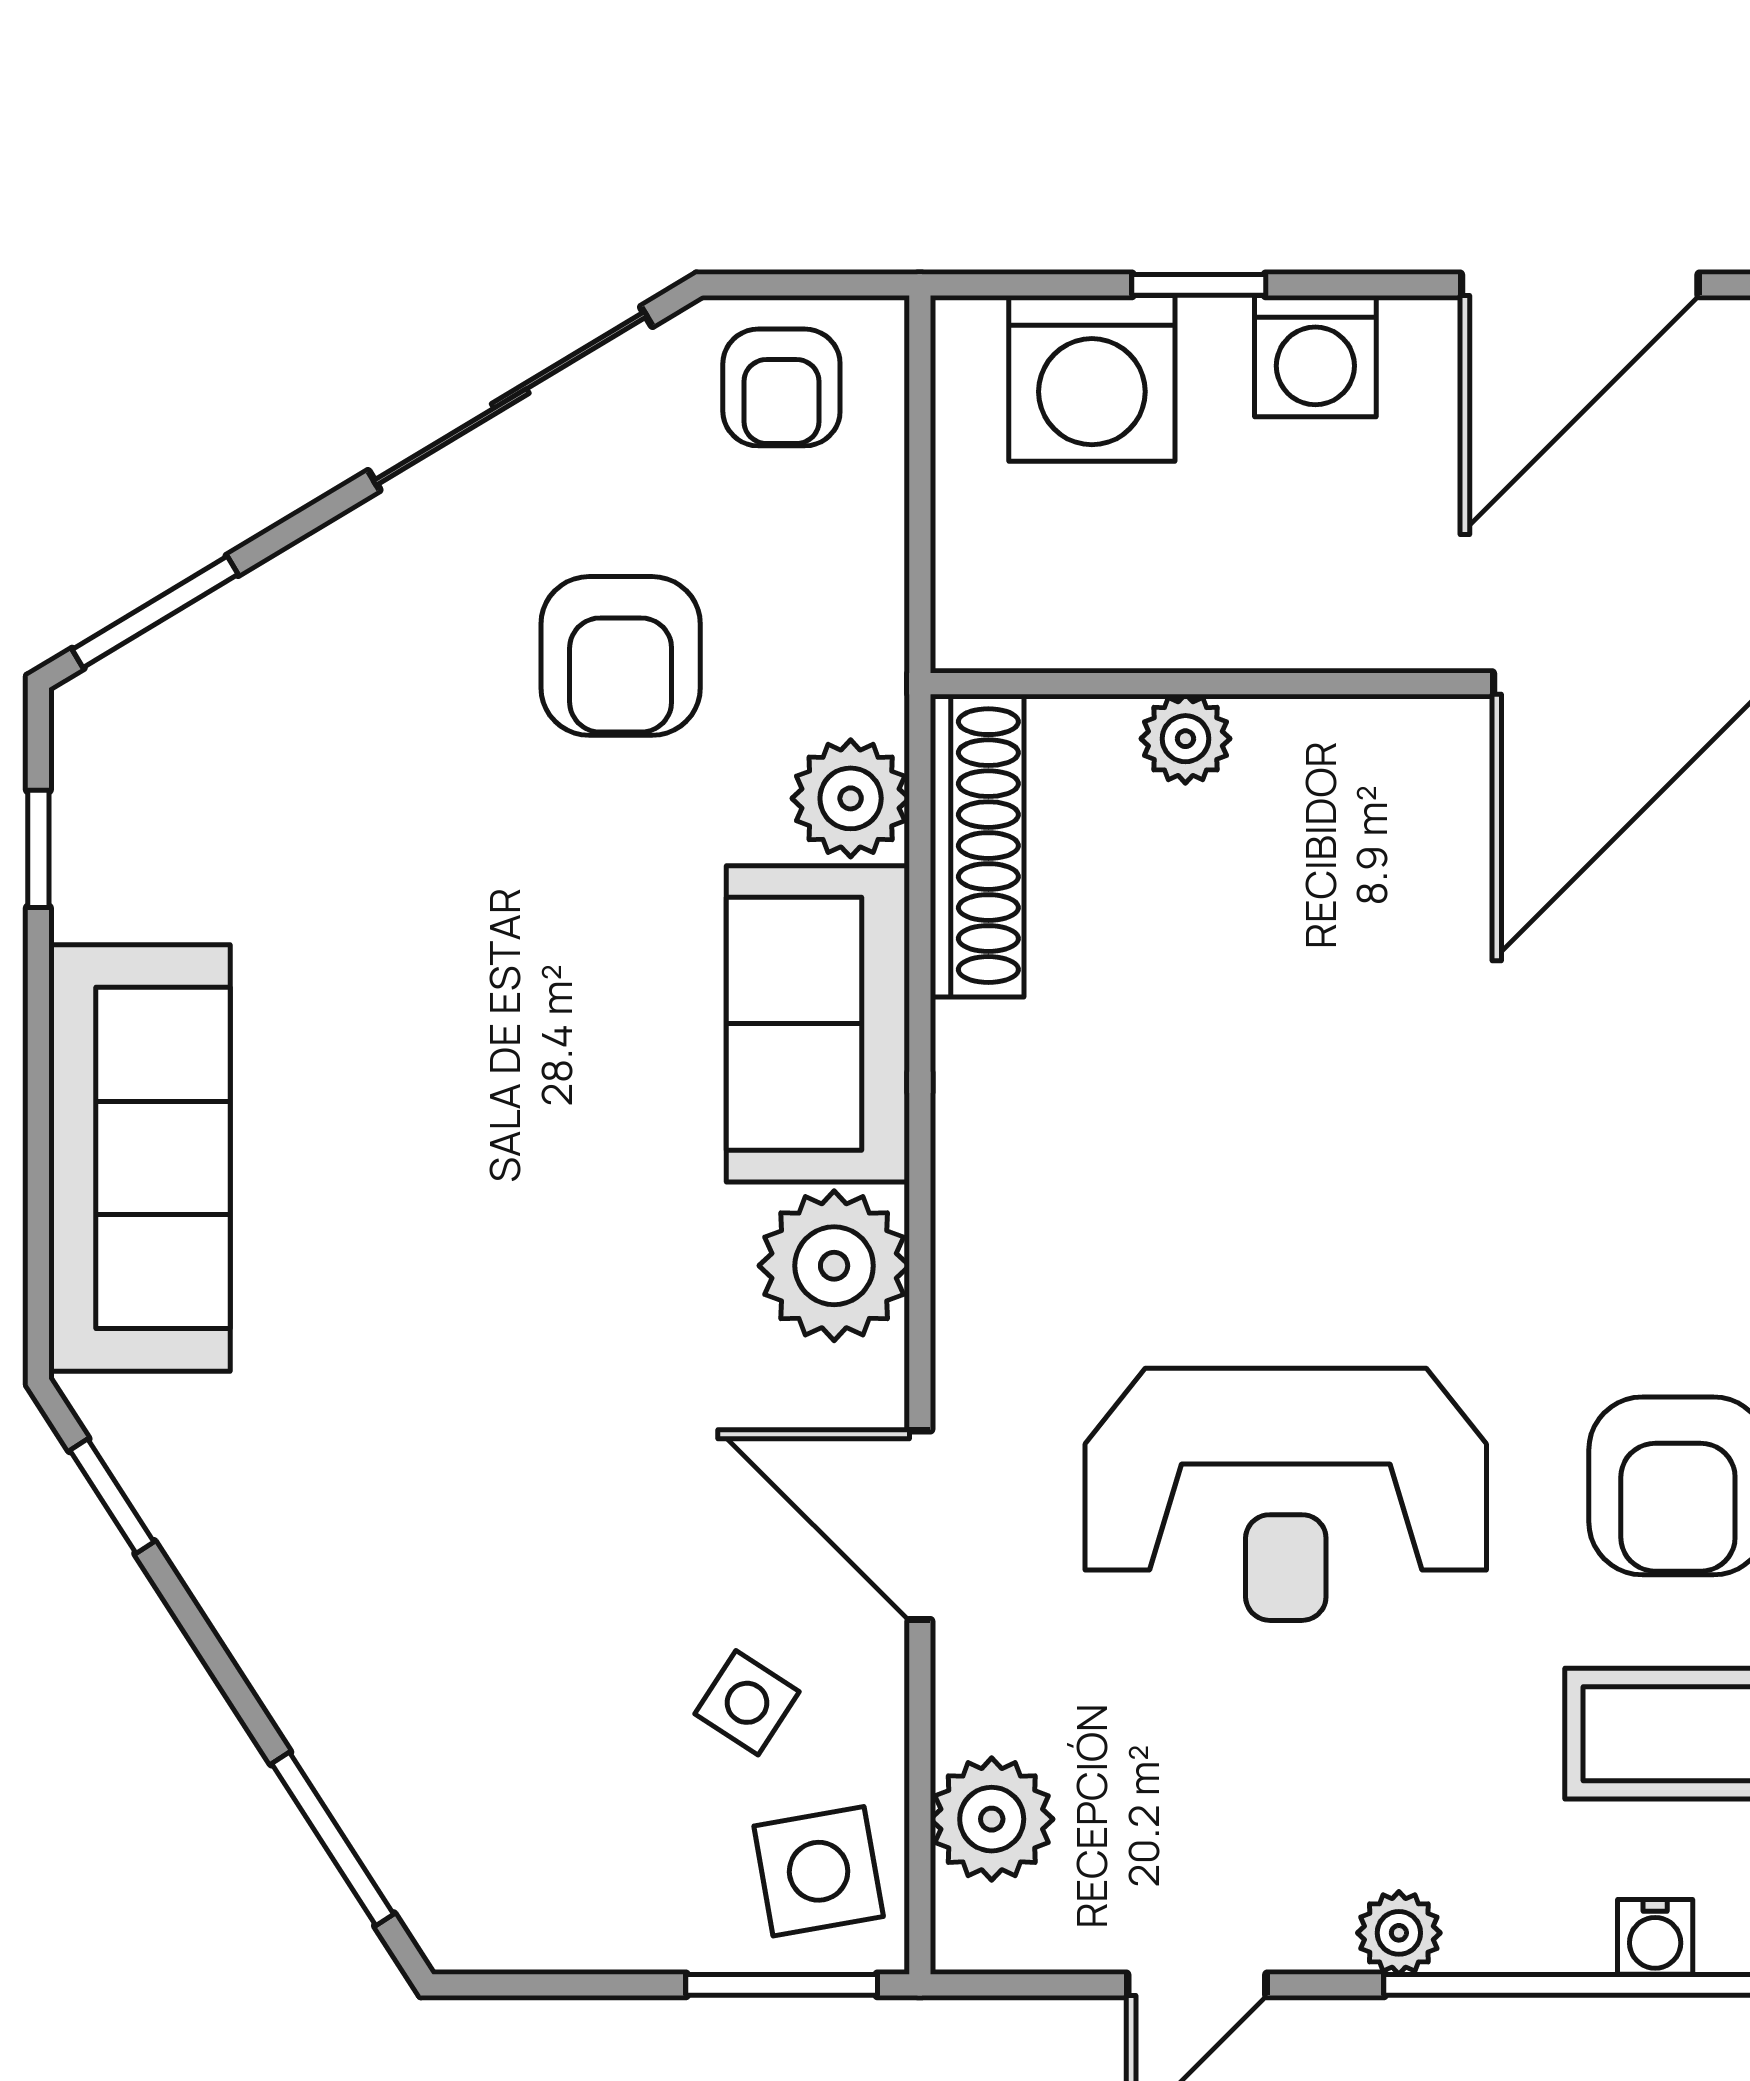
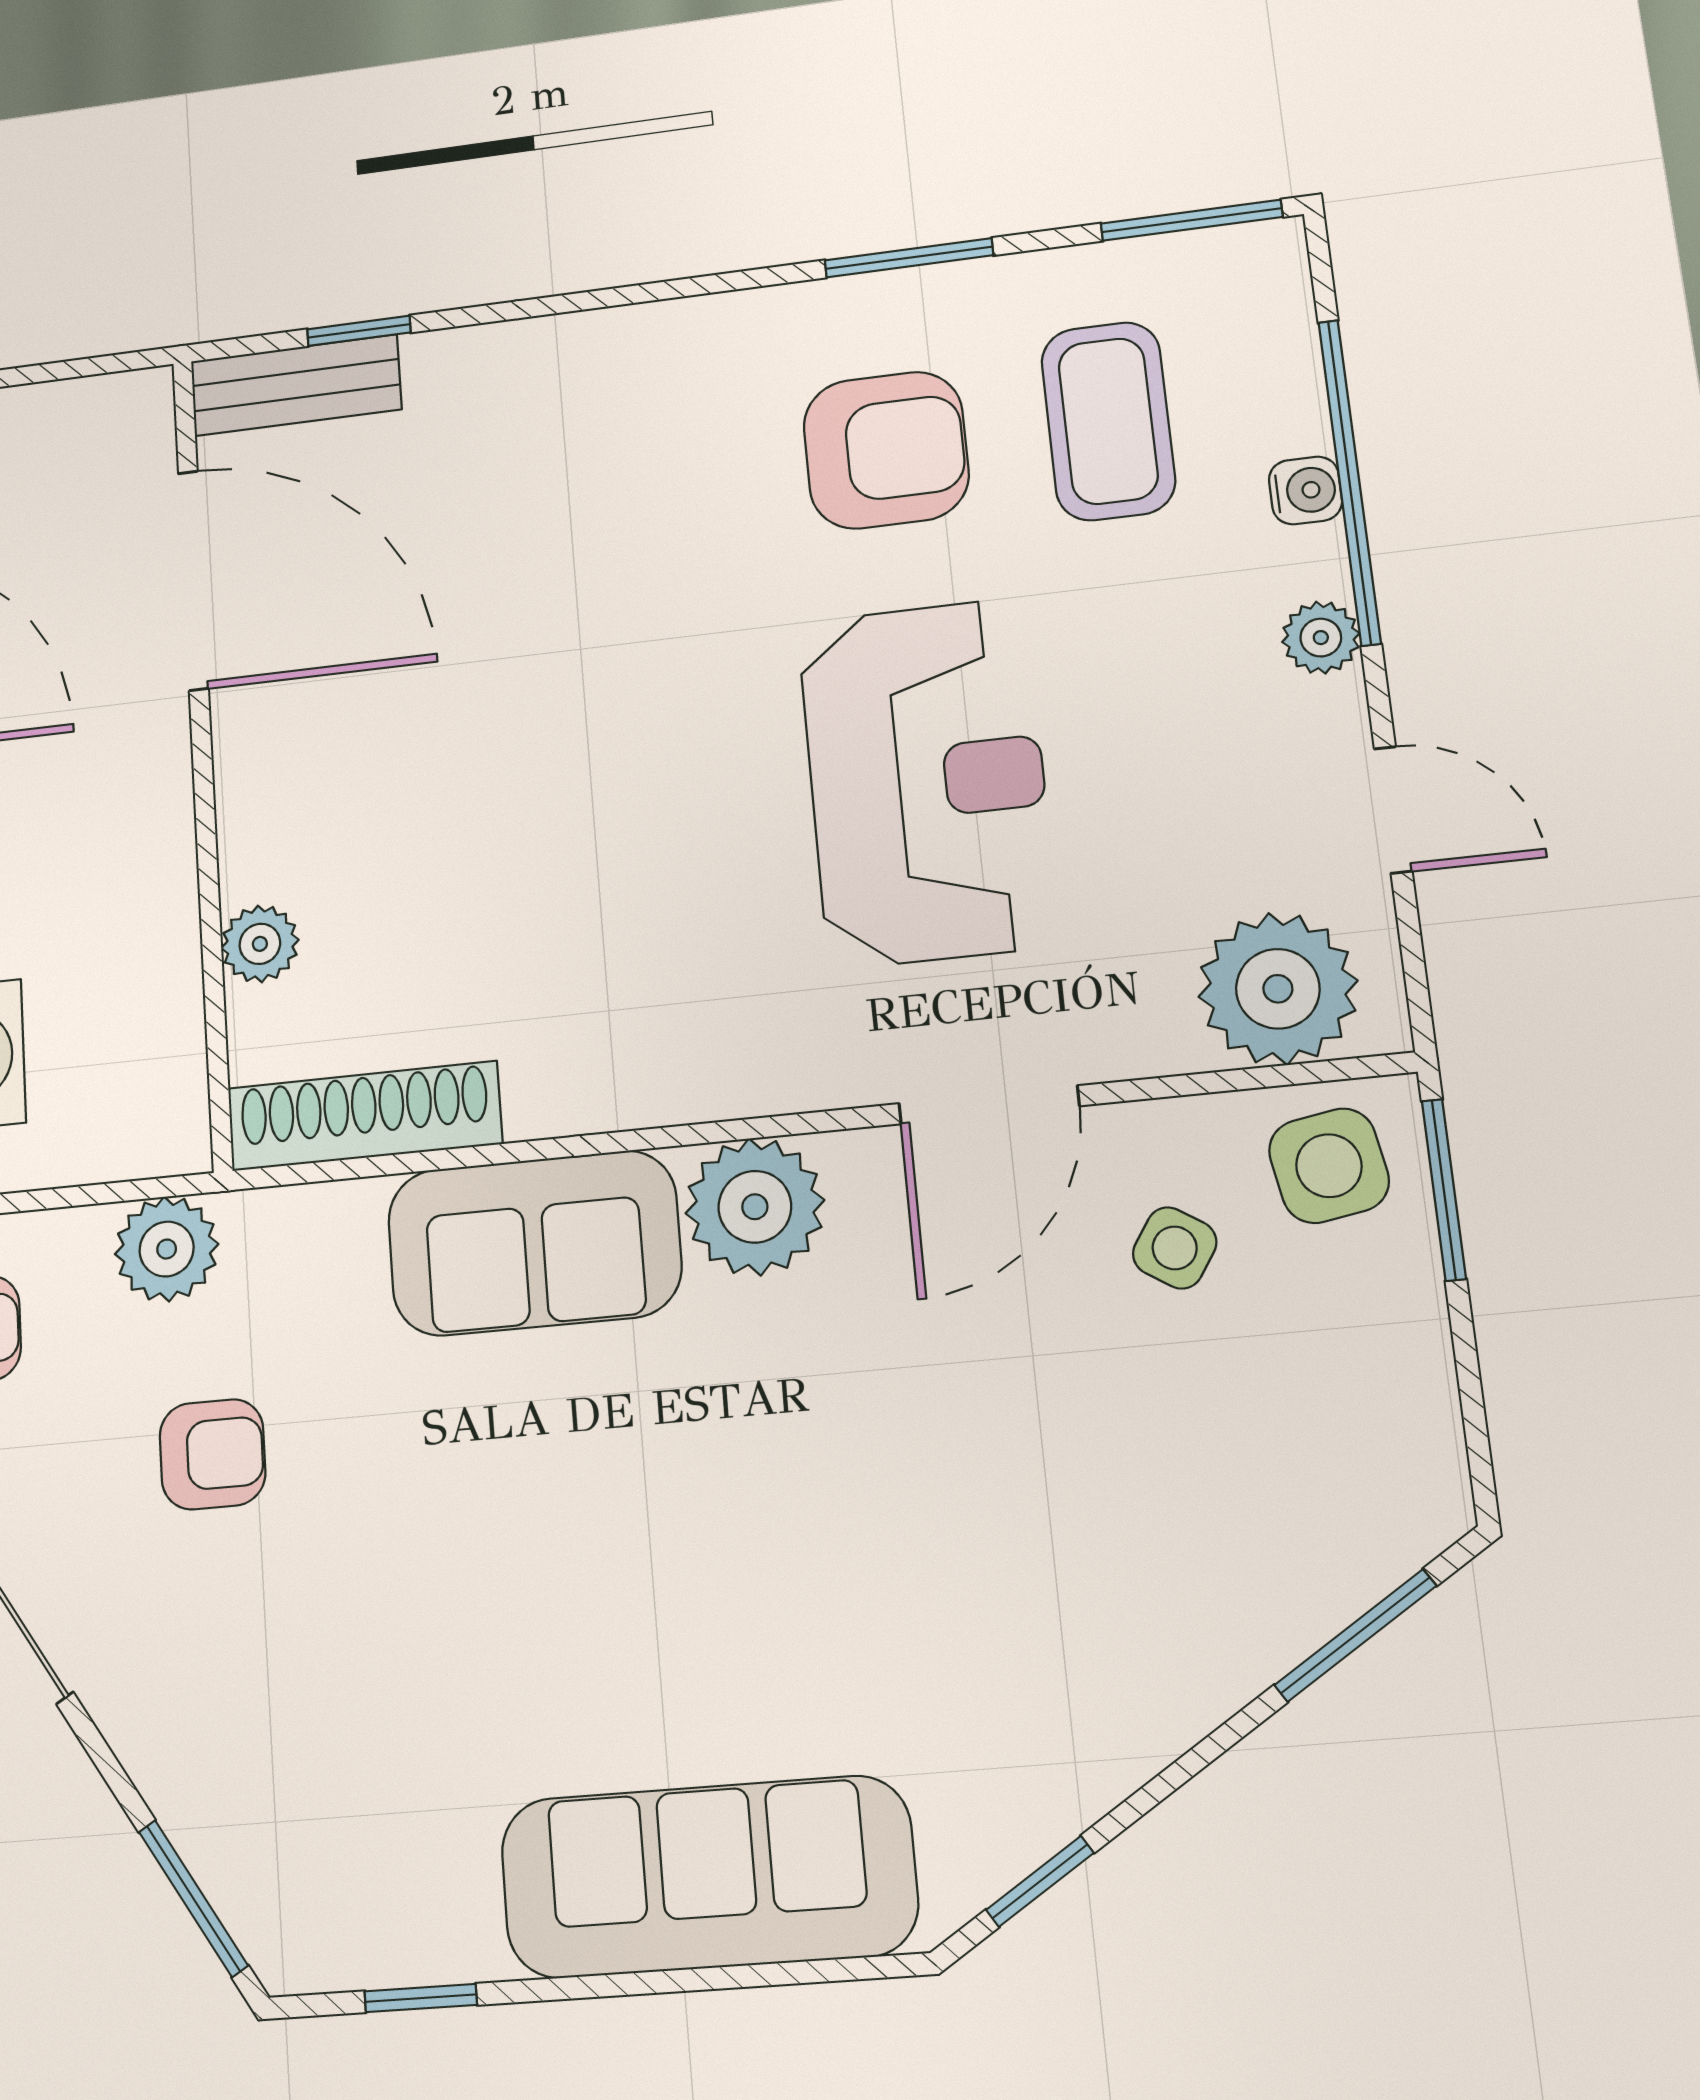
armchair: (621, 656) -> (212, 1454), width x0.72, depth x0.72
plant: (851, 798) -> (167, 1249), moved
plant: (992, 1819) -> (1278, 989), width x1.36, depth x1.36
water cooler: (1655, 1937) -> (1305, 490), moved

